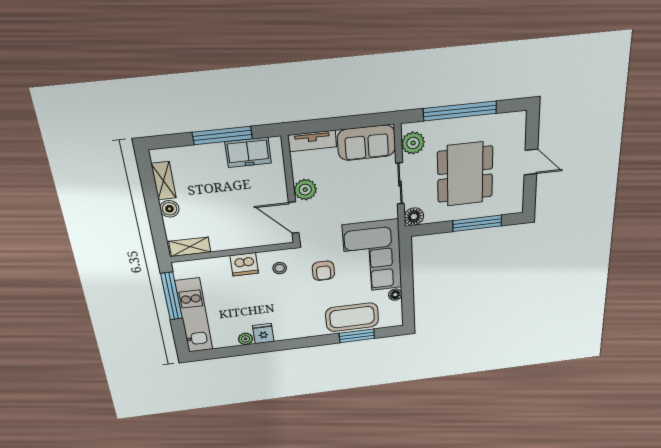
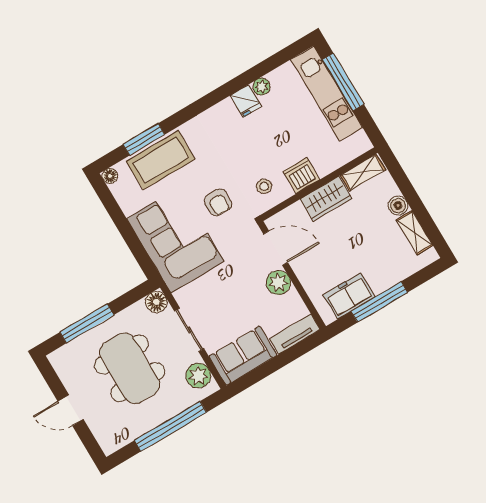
wardrobe: (232, 239) -> (326, 199), added
armchair: (323, 271) -> (218, 202), turned 180
floor lamp: (395, 295) -> (110, 176), moved
window: (172, 296) -> (343, 82), moved

